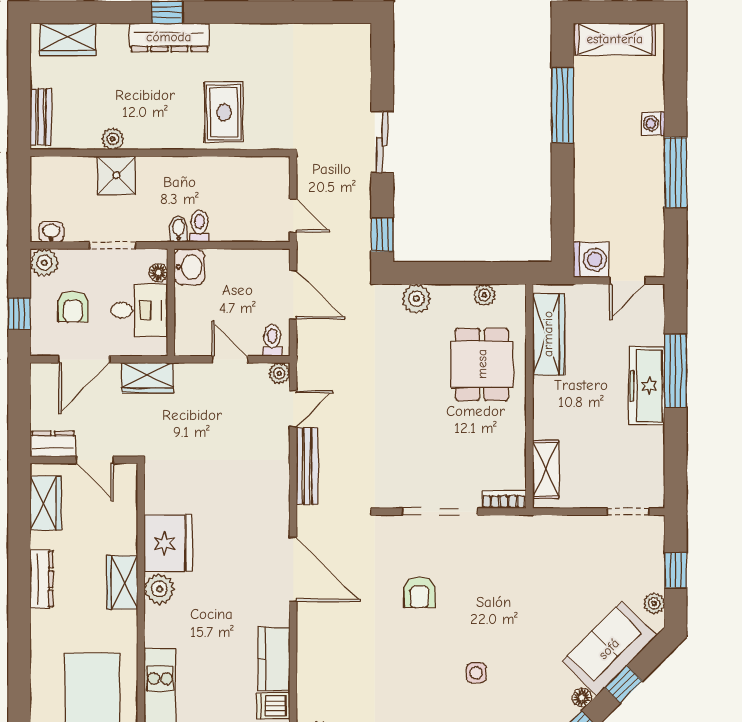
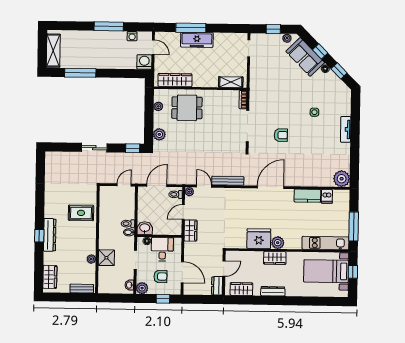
washing machine: (653, 123) -> (132, 36), moved
wardrobe: (148, 378) -> (191, 231), moved

